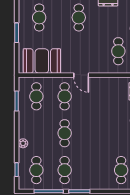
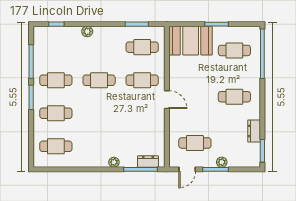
booth: (42, 61) -> (191, 41), moved, turned 90
door: (81, 75) -> (167, 100), swing flipped
cafe table: (36, 170) -> (56, 113), moved

